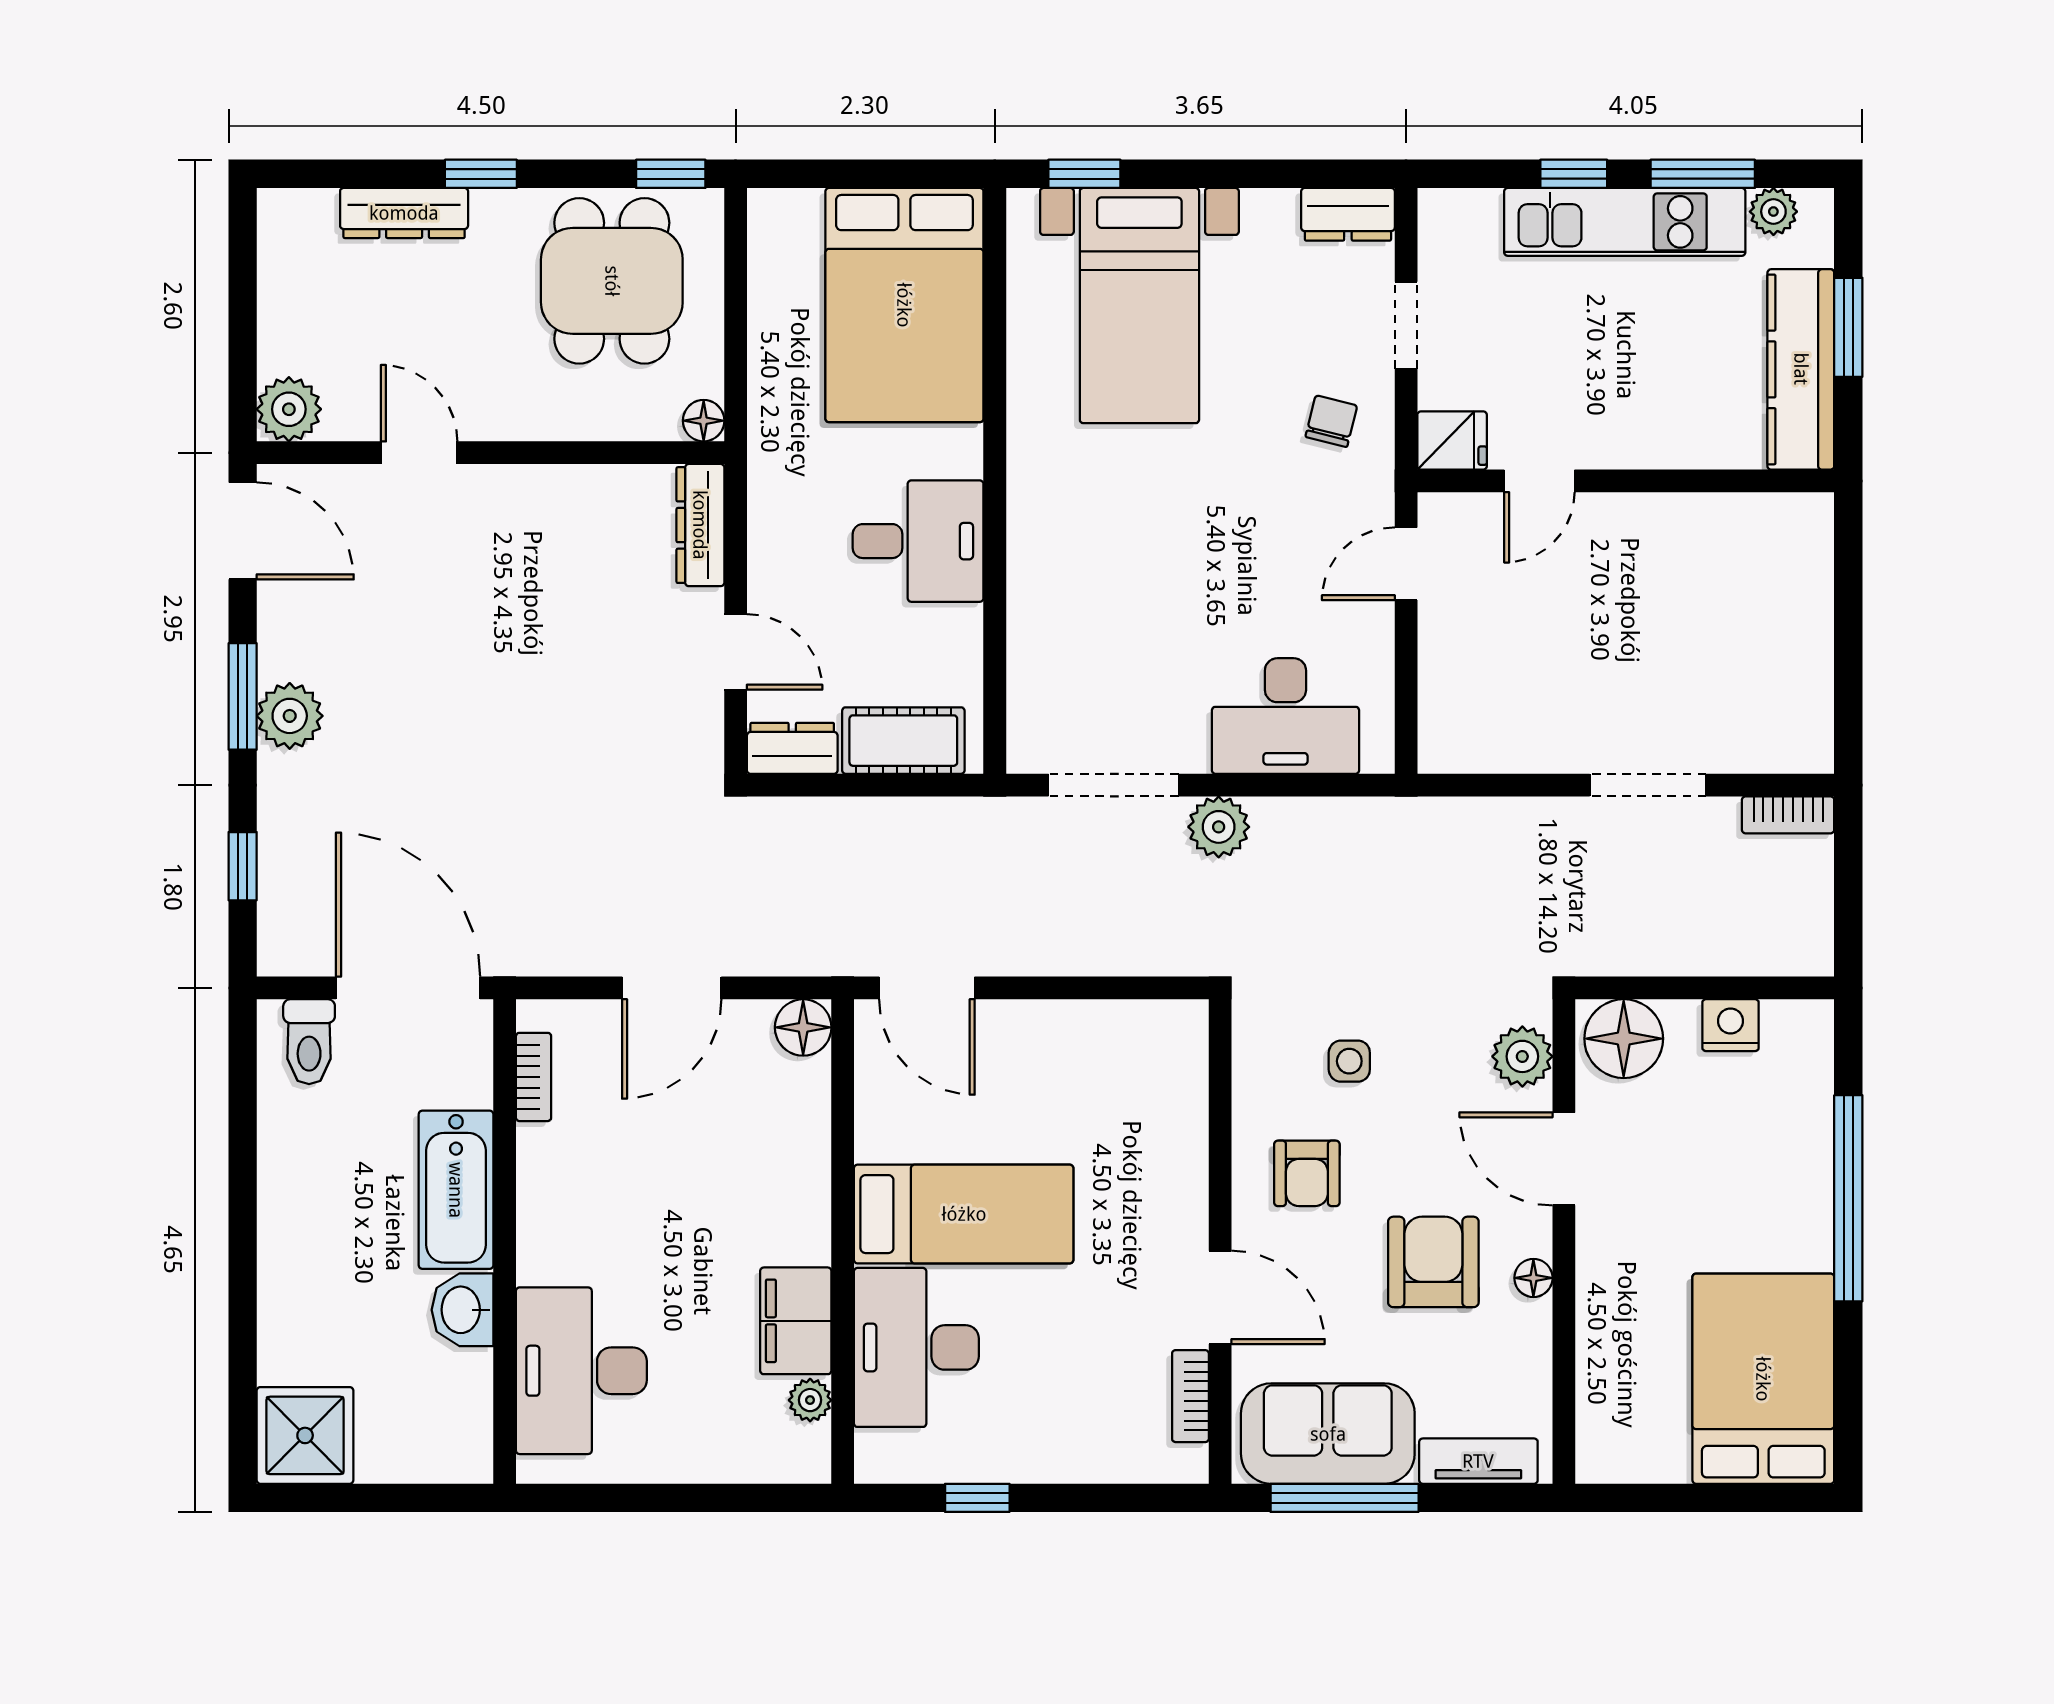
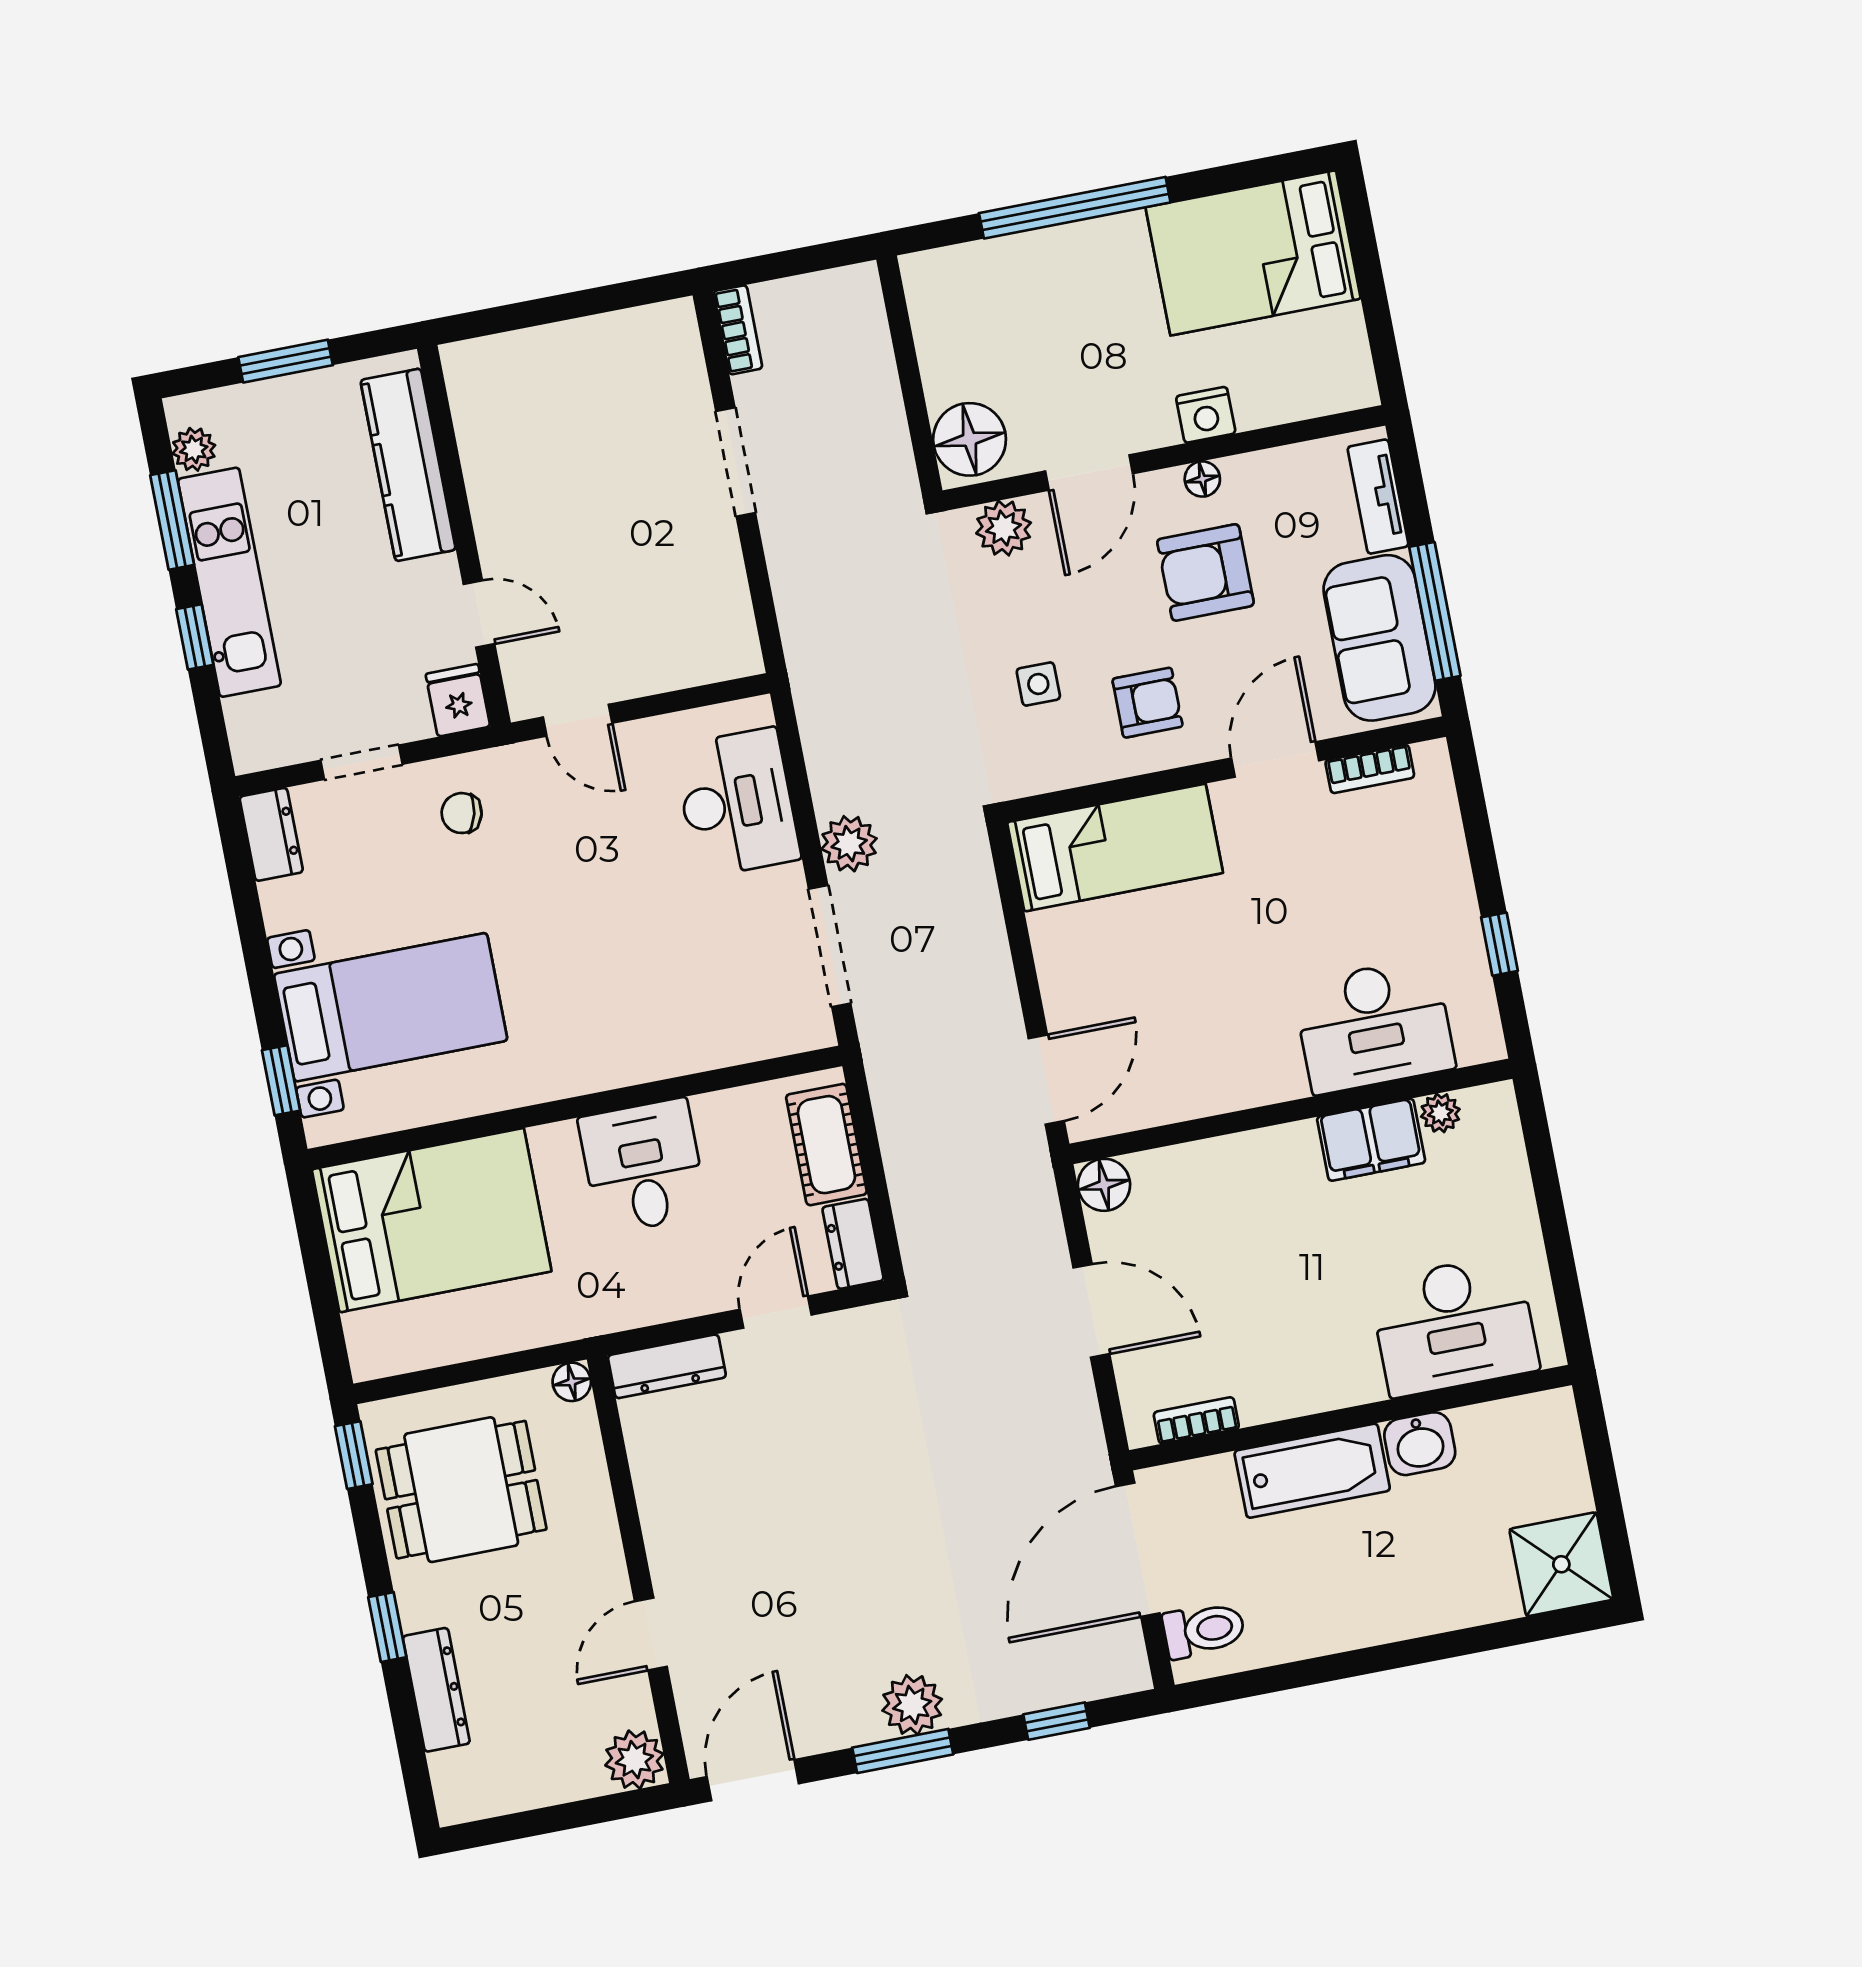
kitchen counter: (1801, 369) -> (408, 465), moved, turned 90
nightstand: (1731, 1025) -> (1206, 415), moved, turned -90
bed: (964, 1214) -> (1115, 848), moved, turned 90

